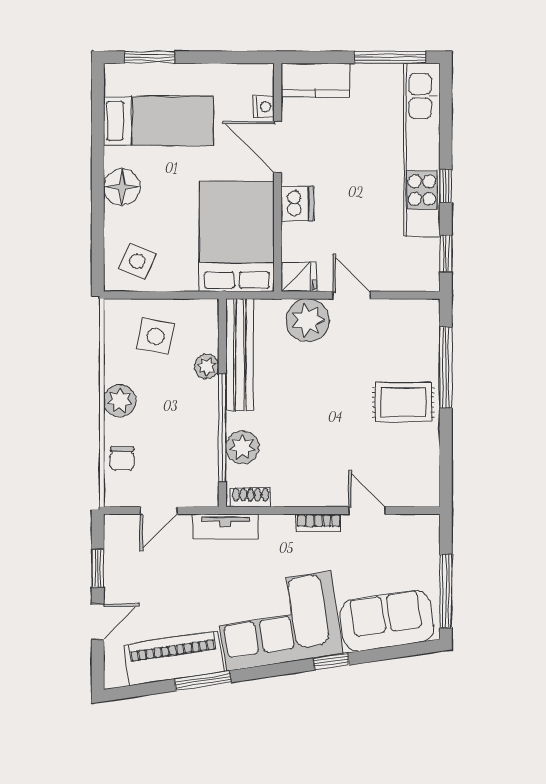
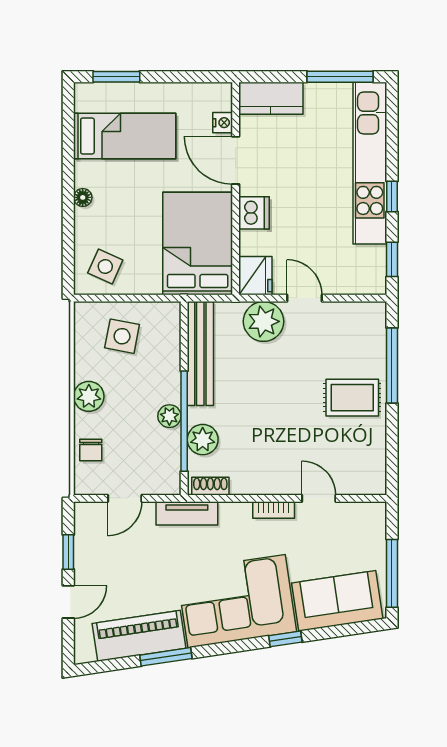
floor lamp: (122, 187) -> (83, 197), width x0.53, depth x0.53
fridge: (299, 277) -> (255, 276), width x1.38
plant: (206, 366) -> (169, 416), moved

